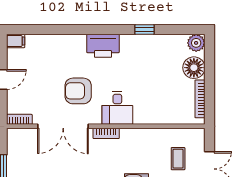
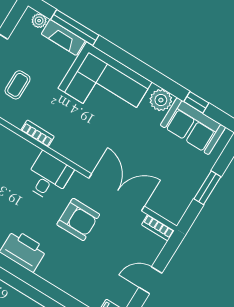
bookcase: (106, 133) -> (38, 133), moved

